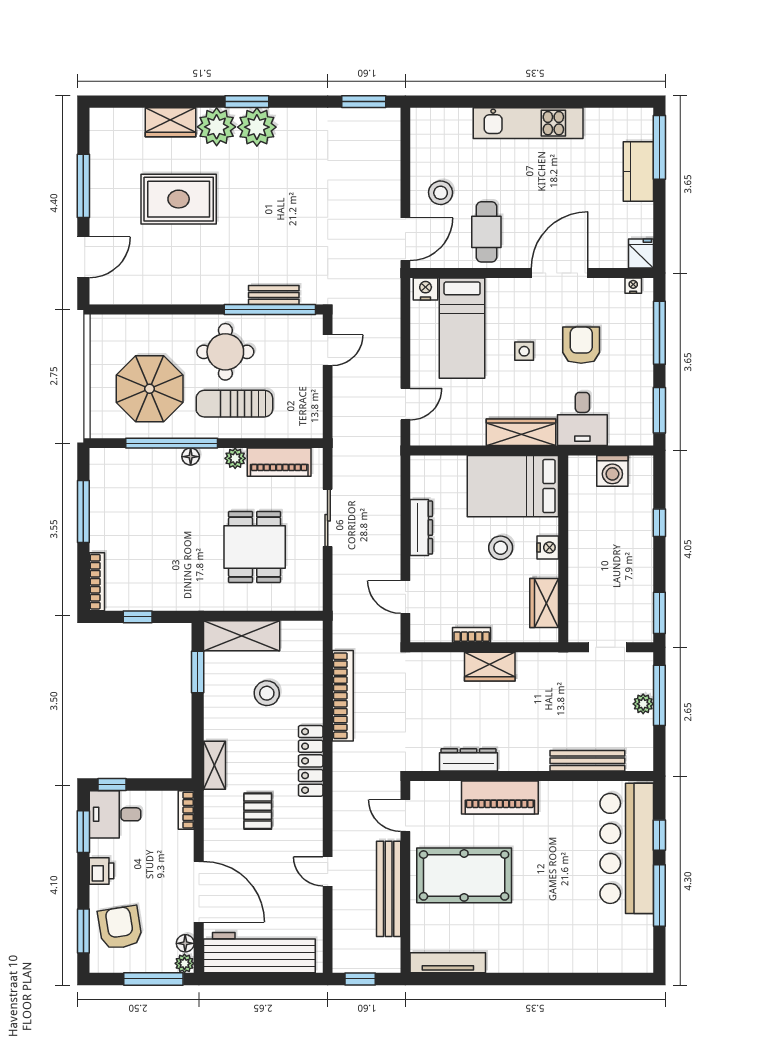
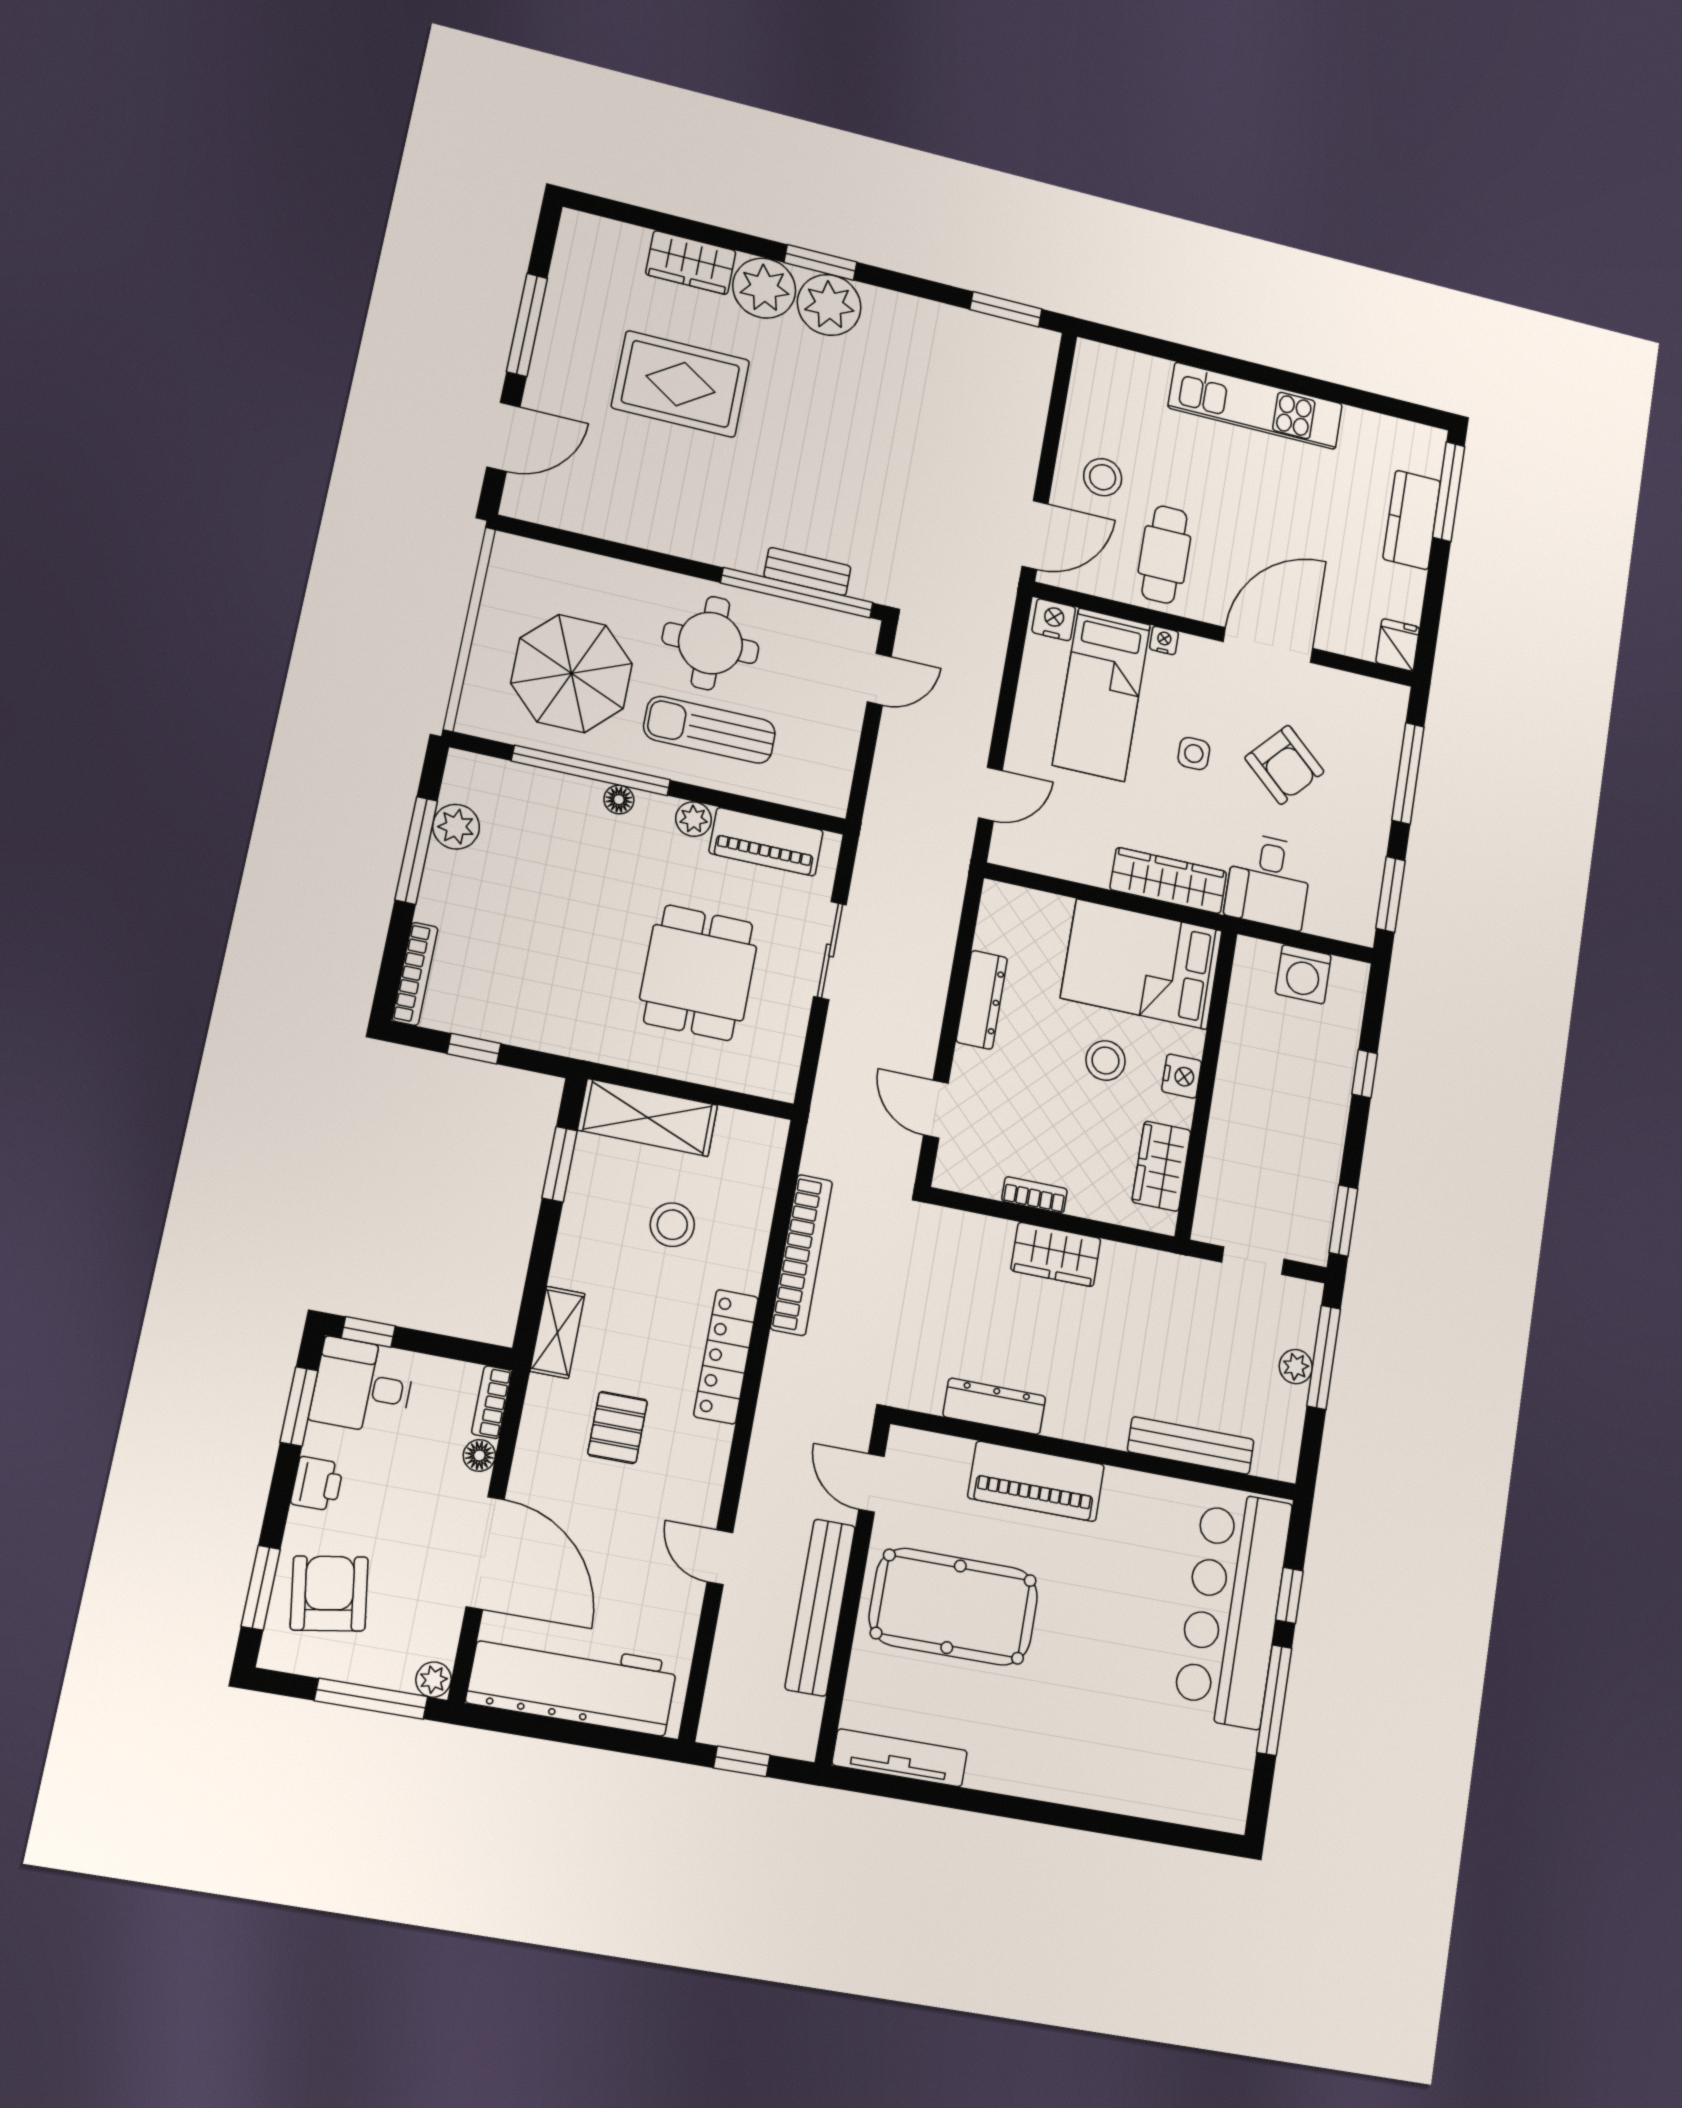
nightstand: (633, 286) -> (1164, 640), moved
armchair: (581, 345) -> (1284, 765), turned 132
plant: (103, 493) -> (456, 827), added
floor lamp: (185, 943) -> (479, 1455), moved

